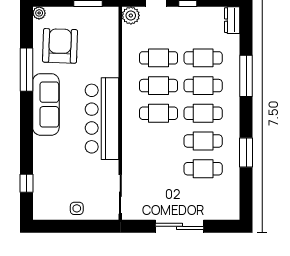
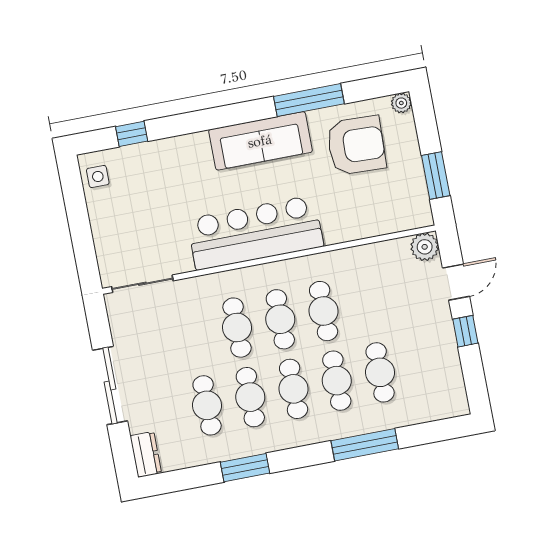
dresser: (232, 20) -> (146, 454), moved, turned 90
cafe table: (159, 58) -> (237, 328), moved
side table: (77, 208) -> (98, 176), moved

